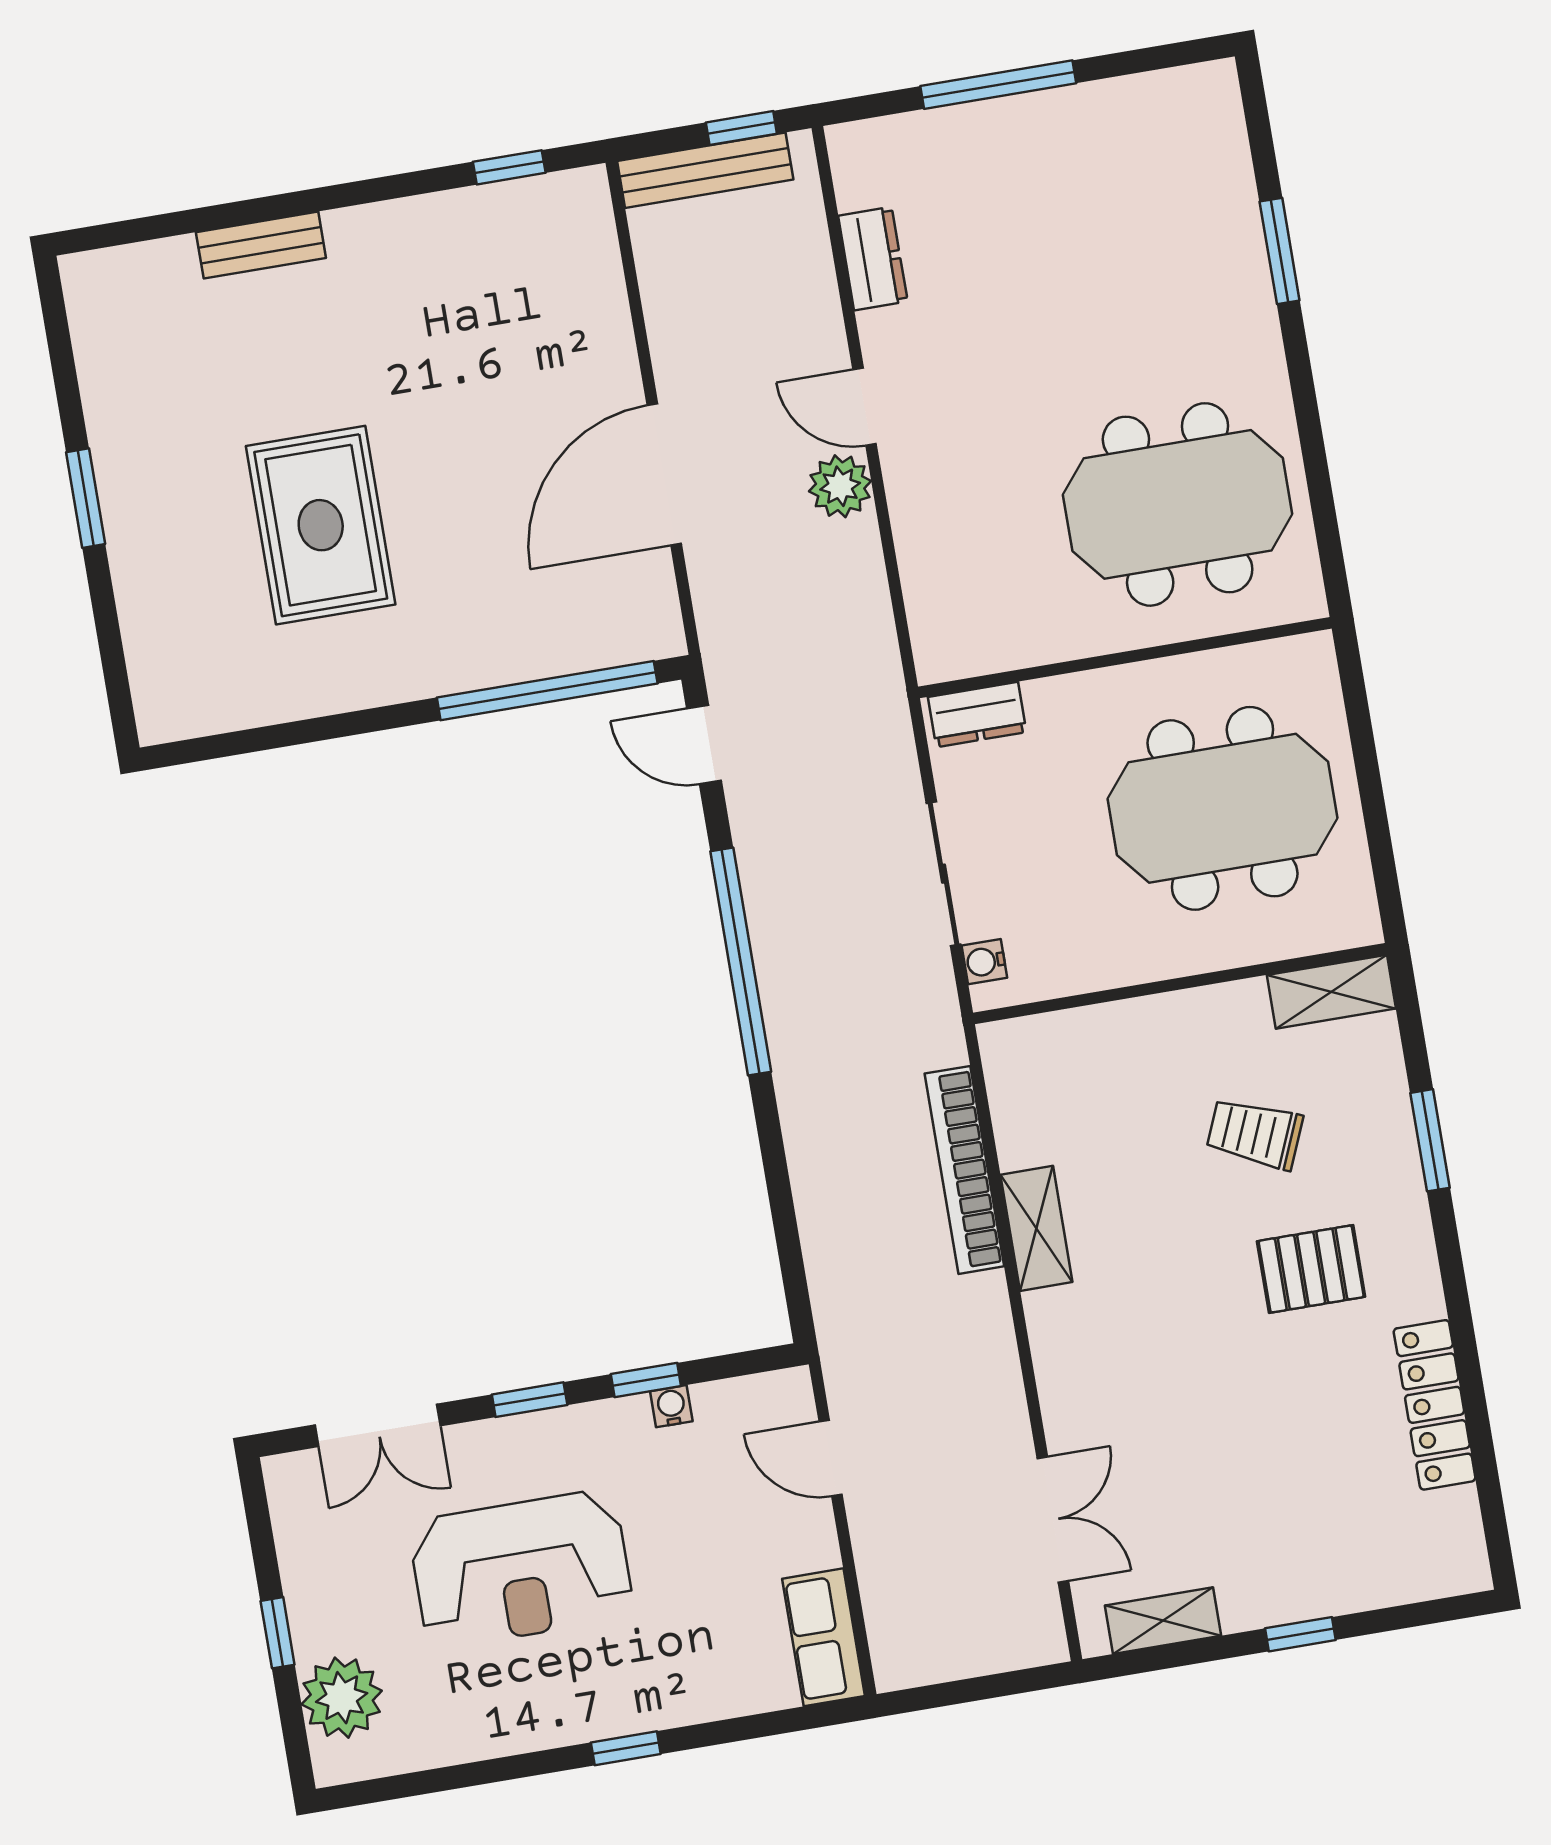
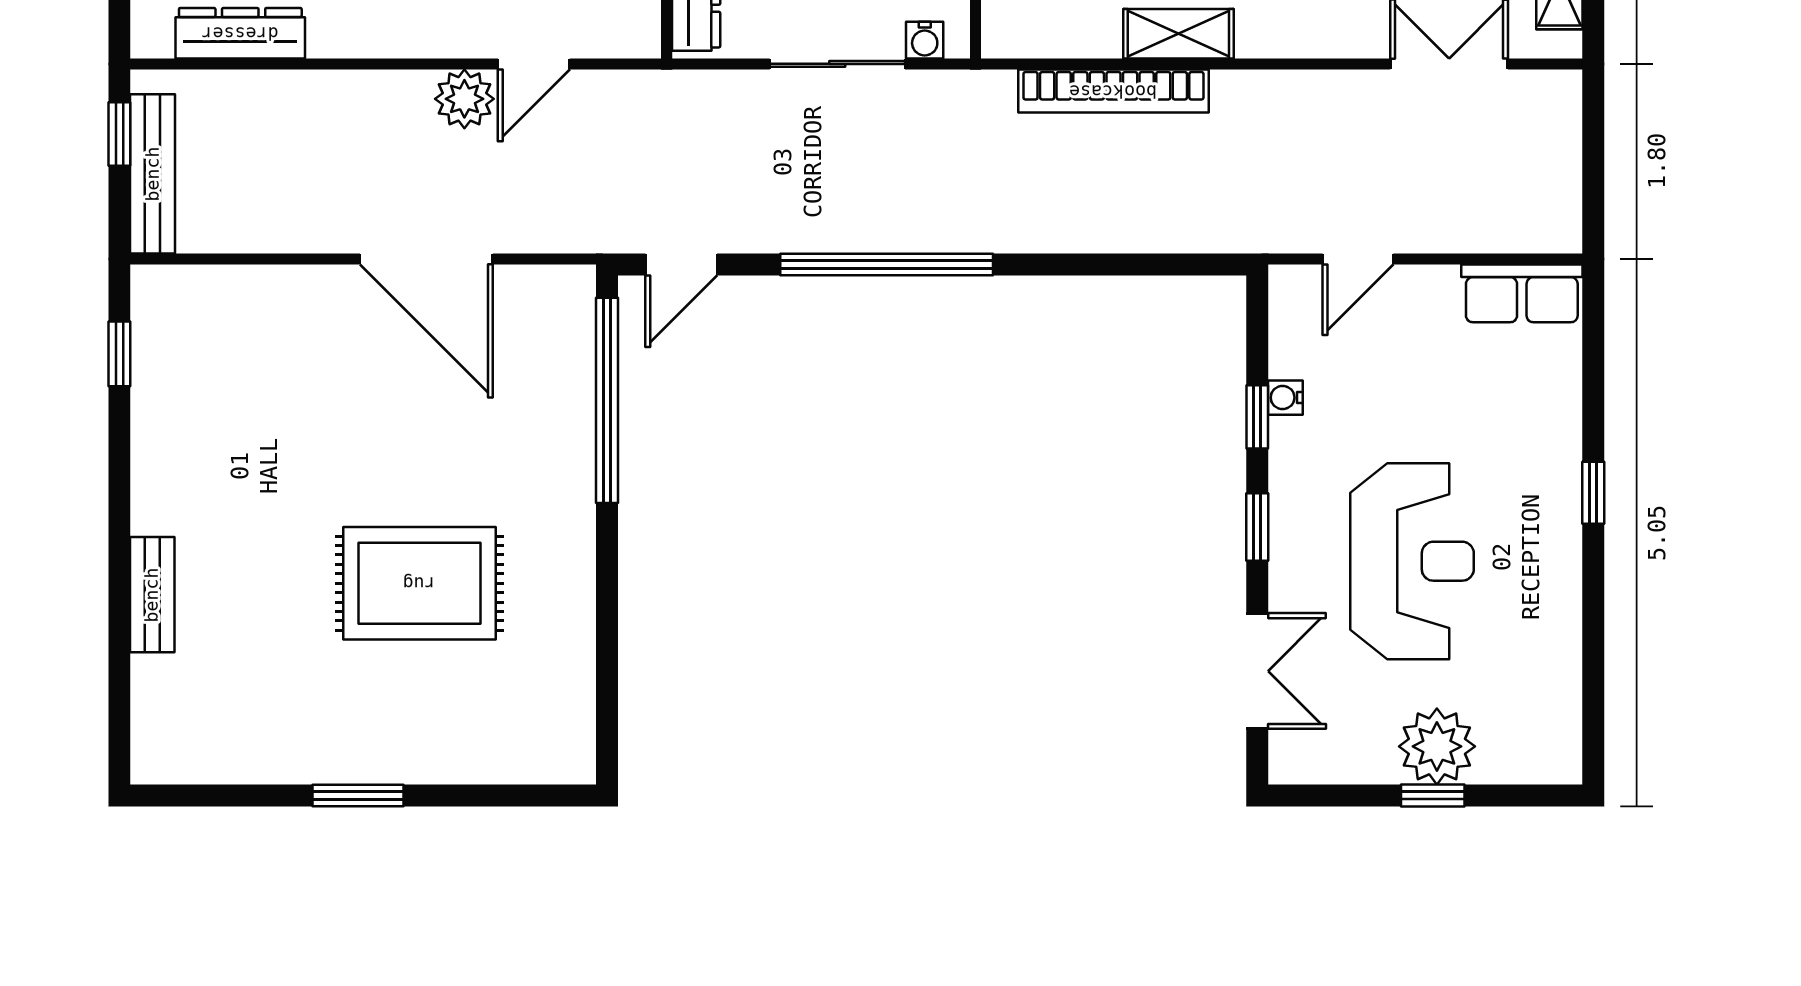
dresser: (873, 259) -> (240, 33), width x1.44
door: (865, 407) -> (534, 64), moved
plant: (342, 1698) -> (1437, 746), moved

